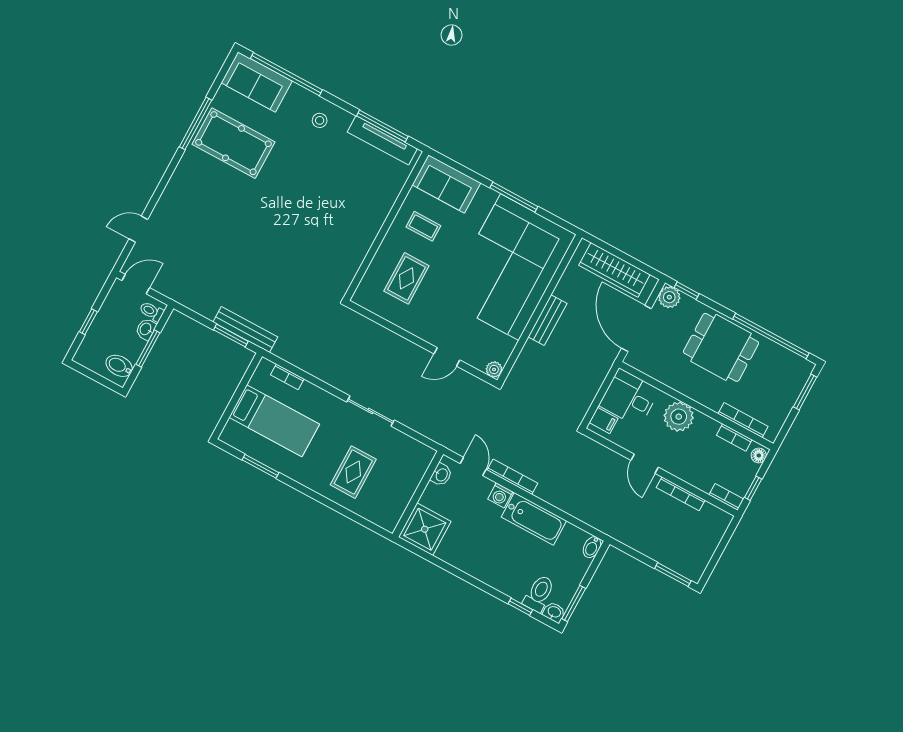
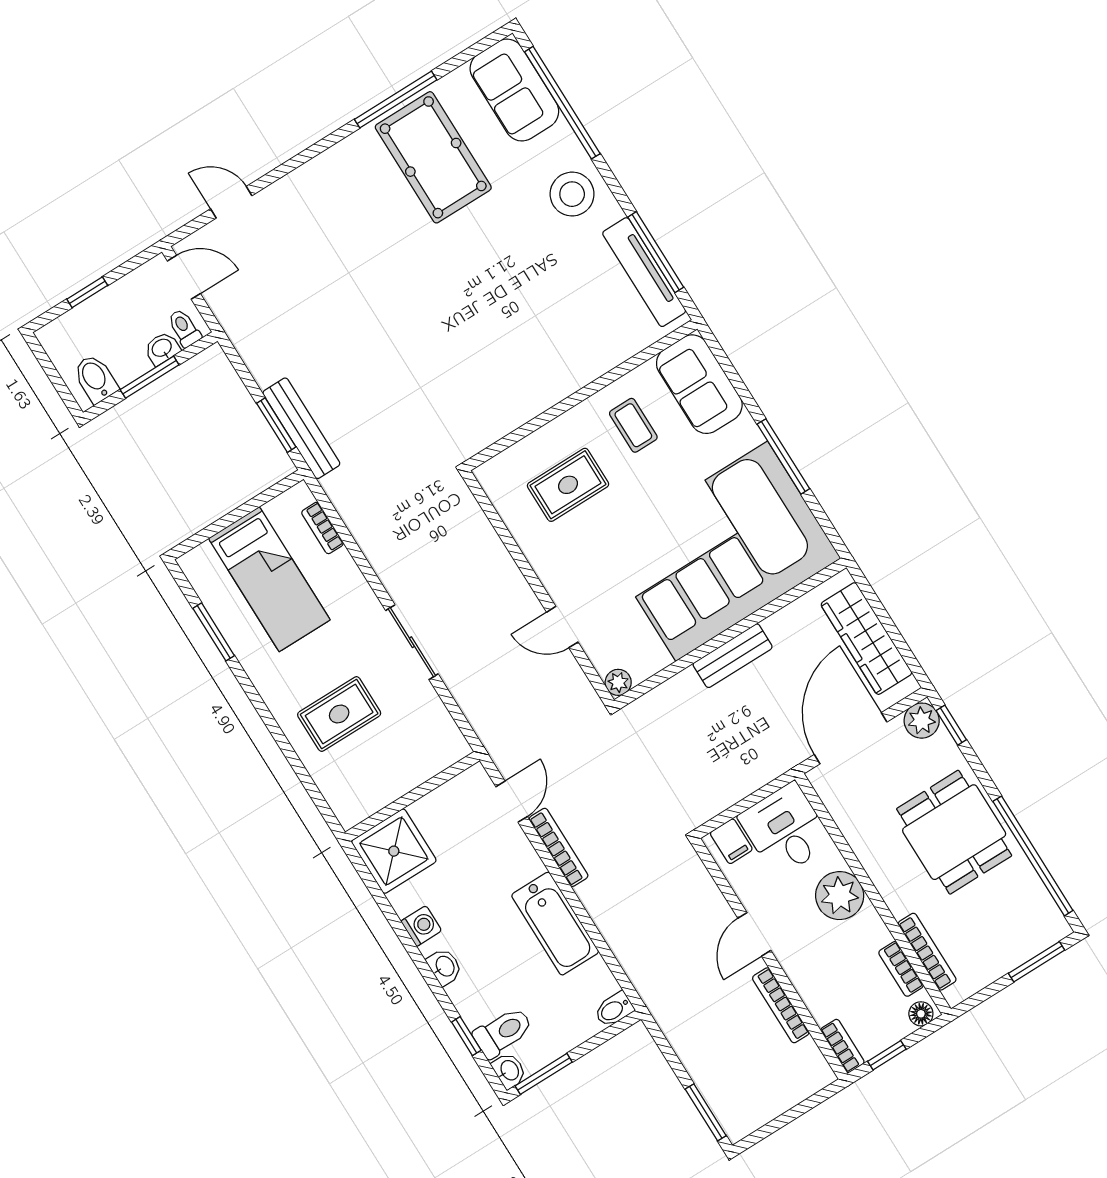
stool: (320, 120) -> (572, 194), width x1.89, depth x1.89
washbasin: (441, 475) -> (444, 967), moved, turned -90
washing machine: (500, 495) -> (421, 926), moved, turned 180

